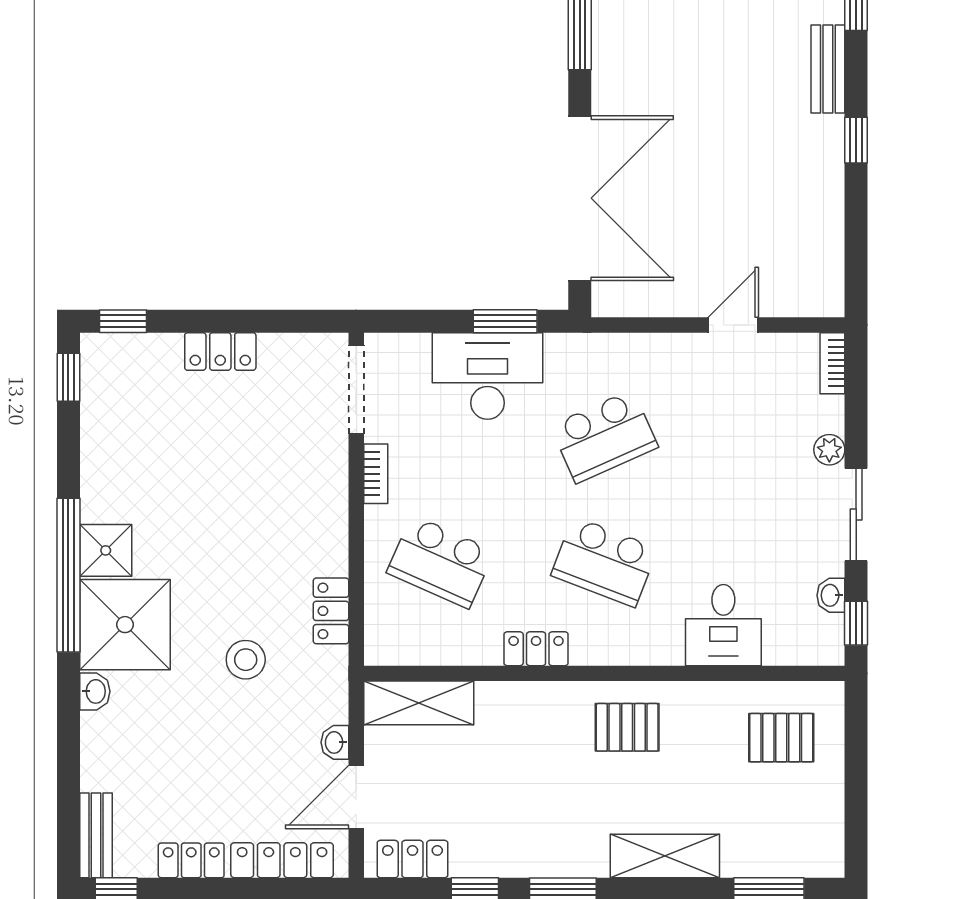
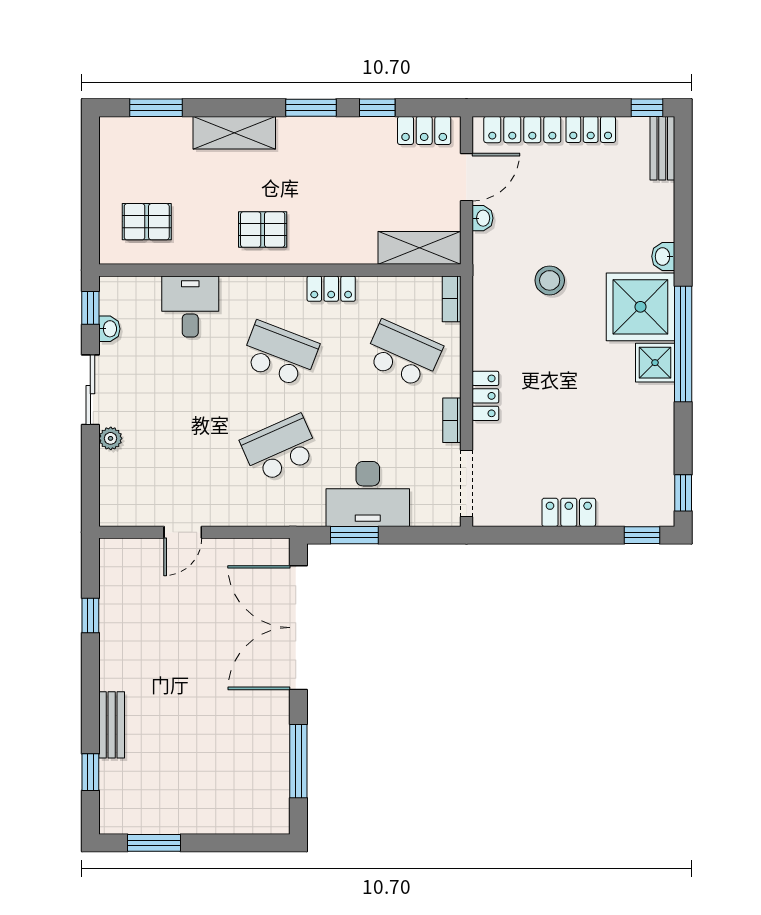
window: (856, 140) -> (90, 616), moved
bookcase: (832, 363) -> (452, 299), moved, turned 180
locker: (331, 611) -> (485, 396), moved

